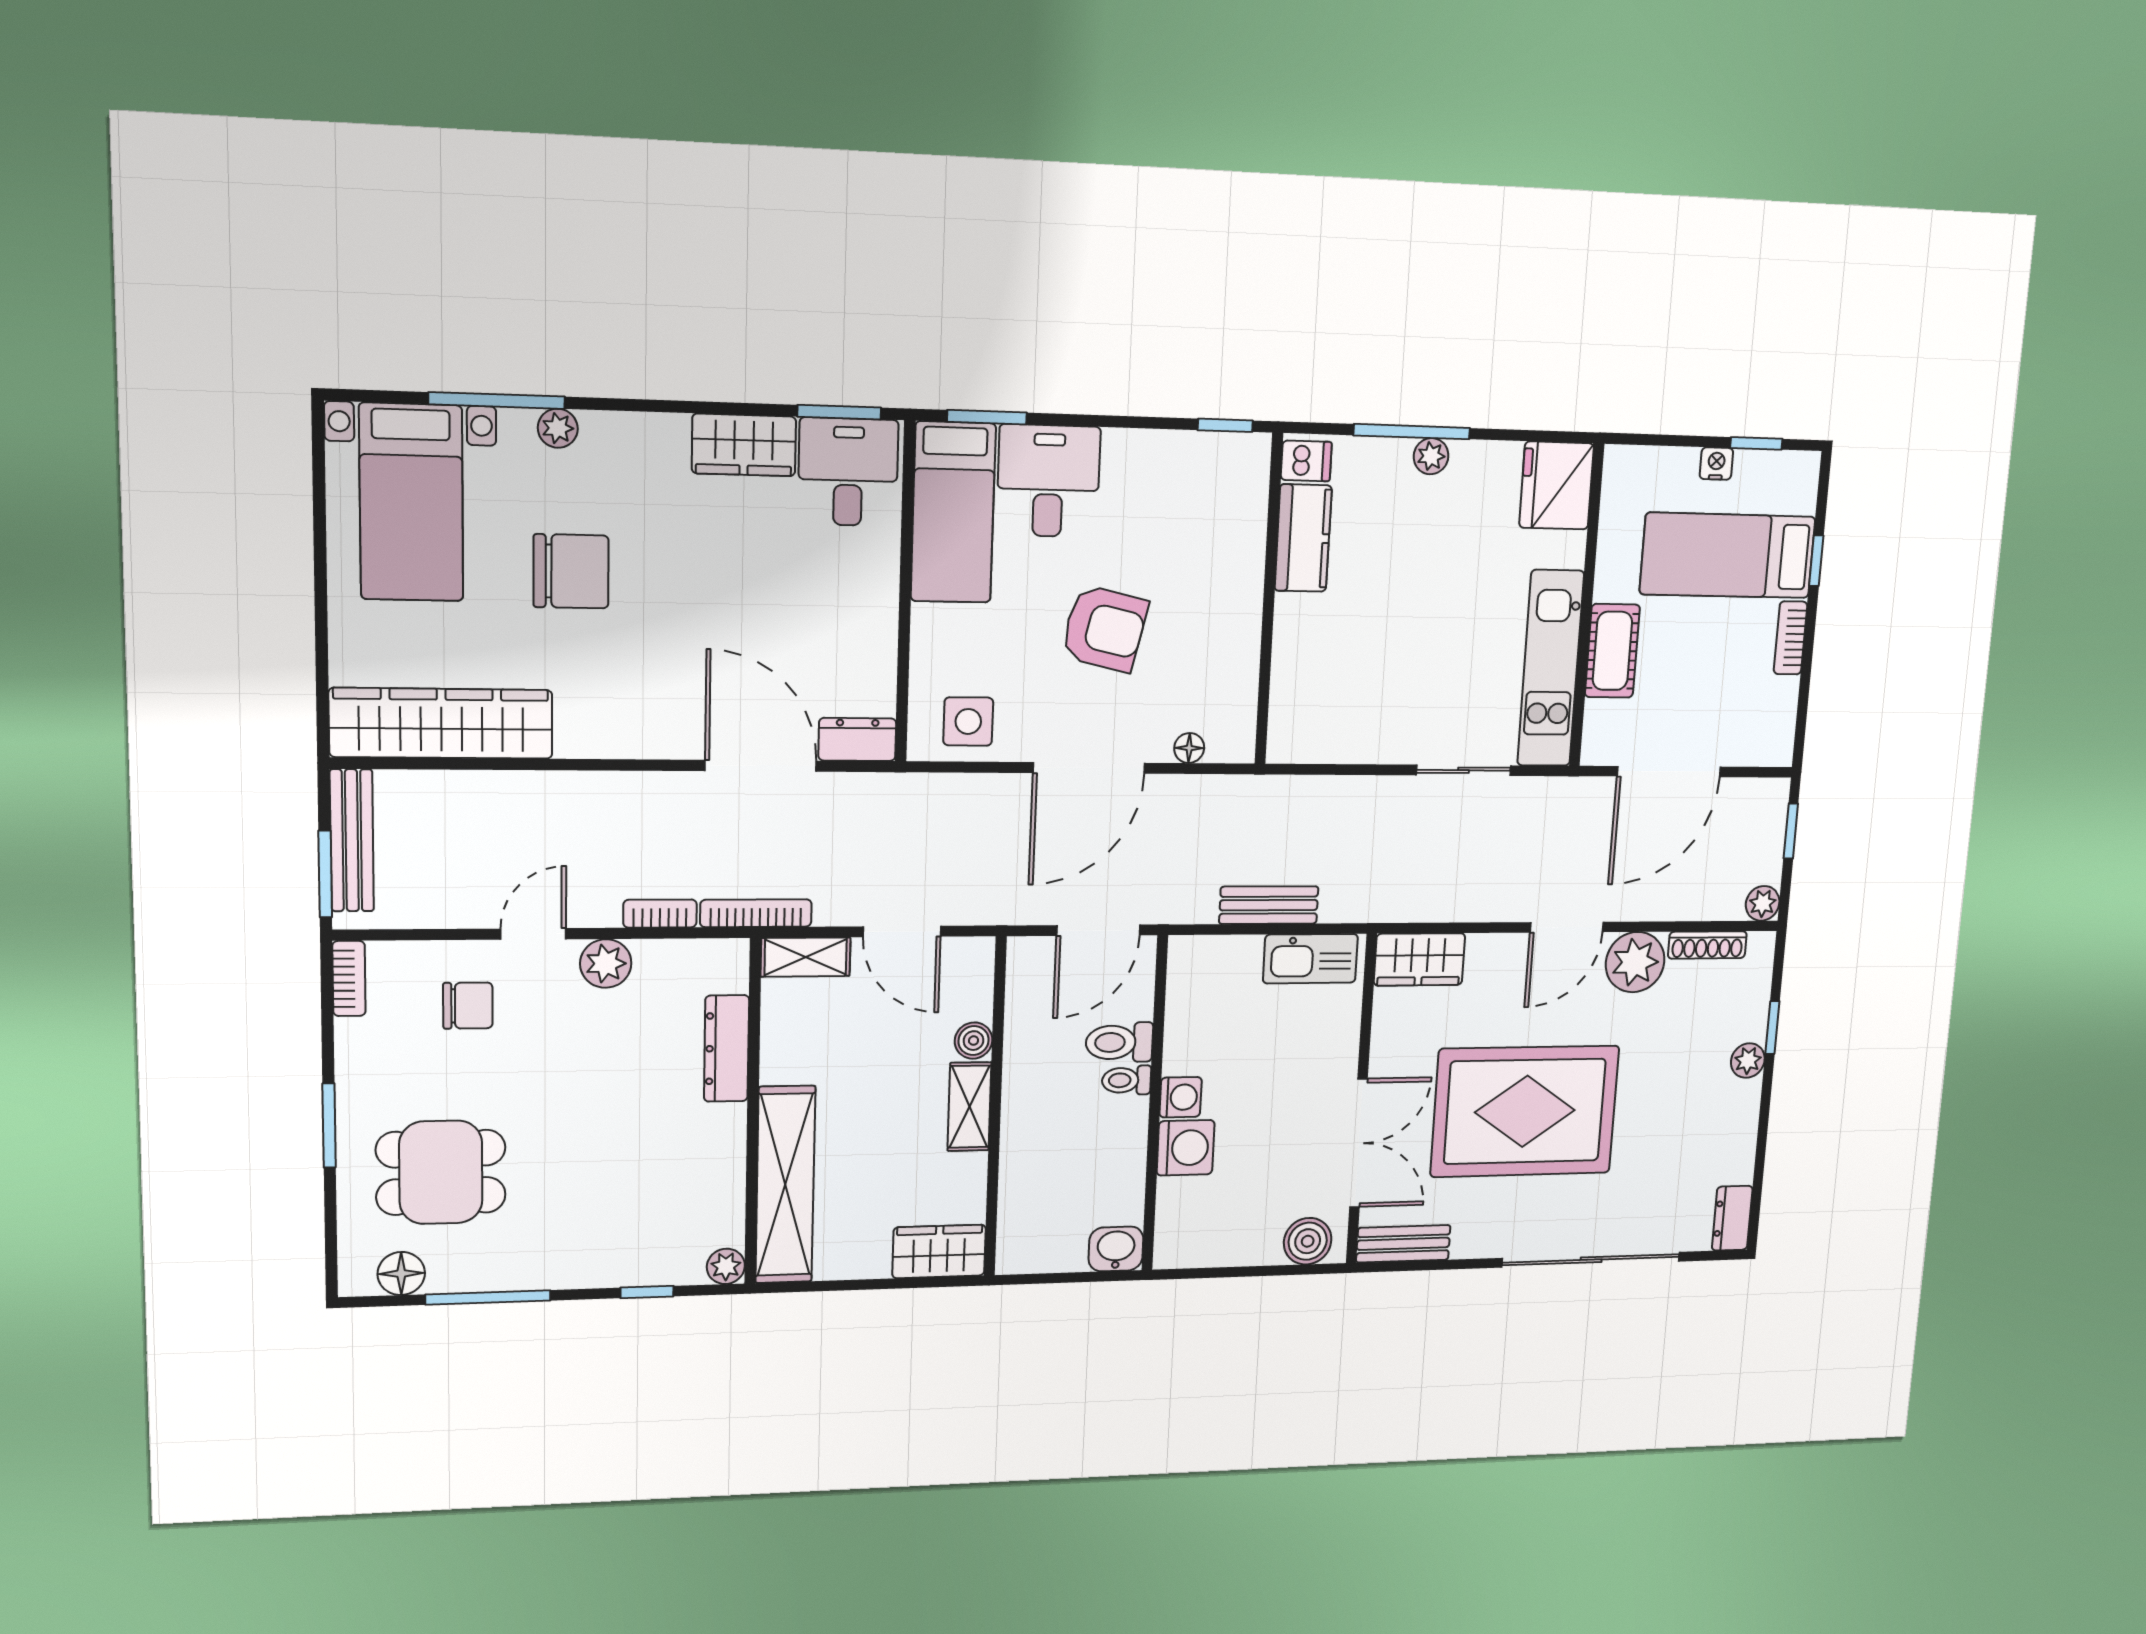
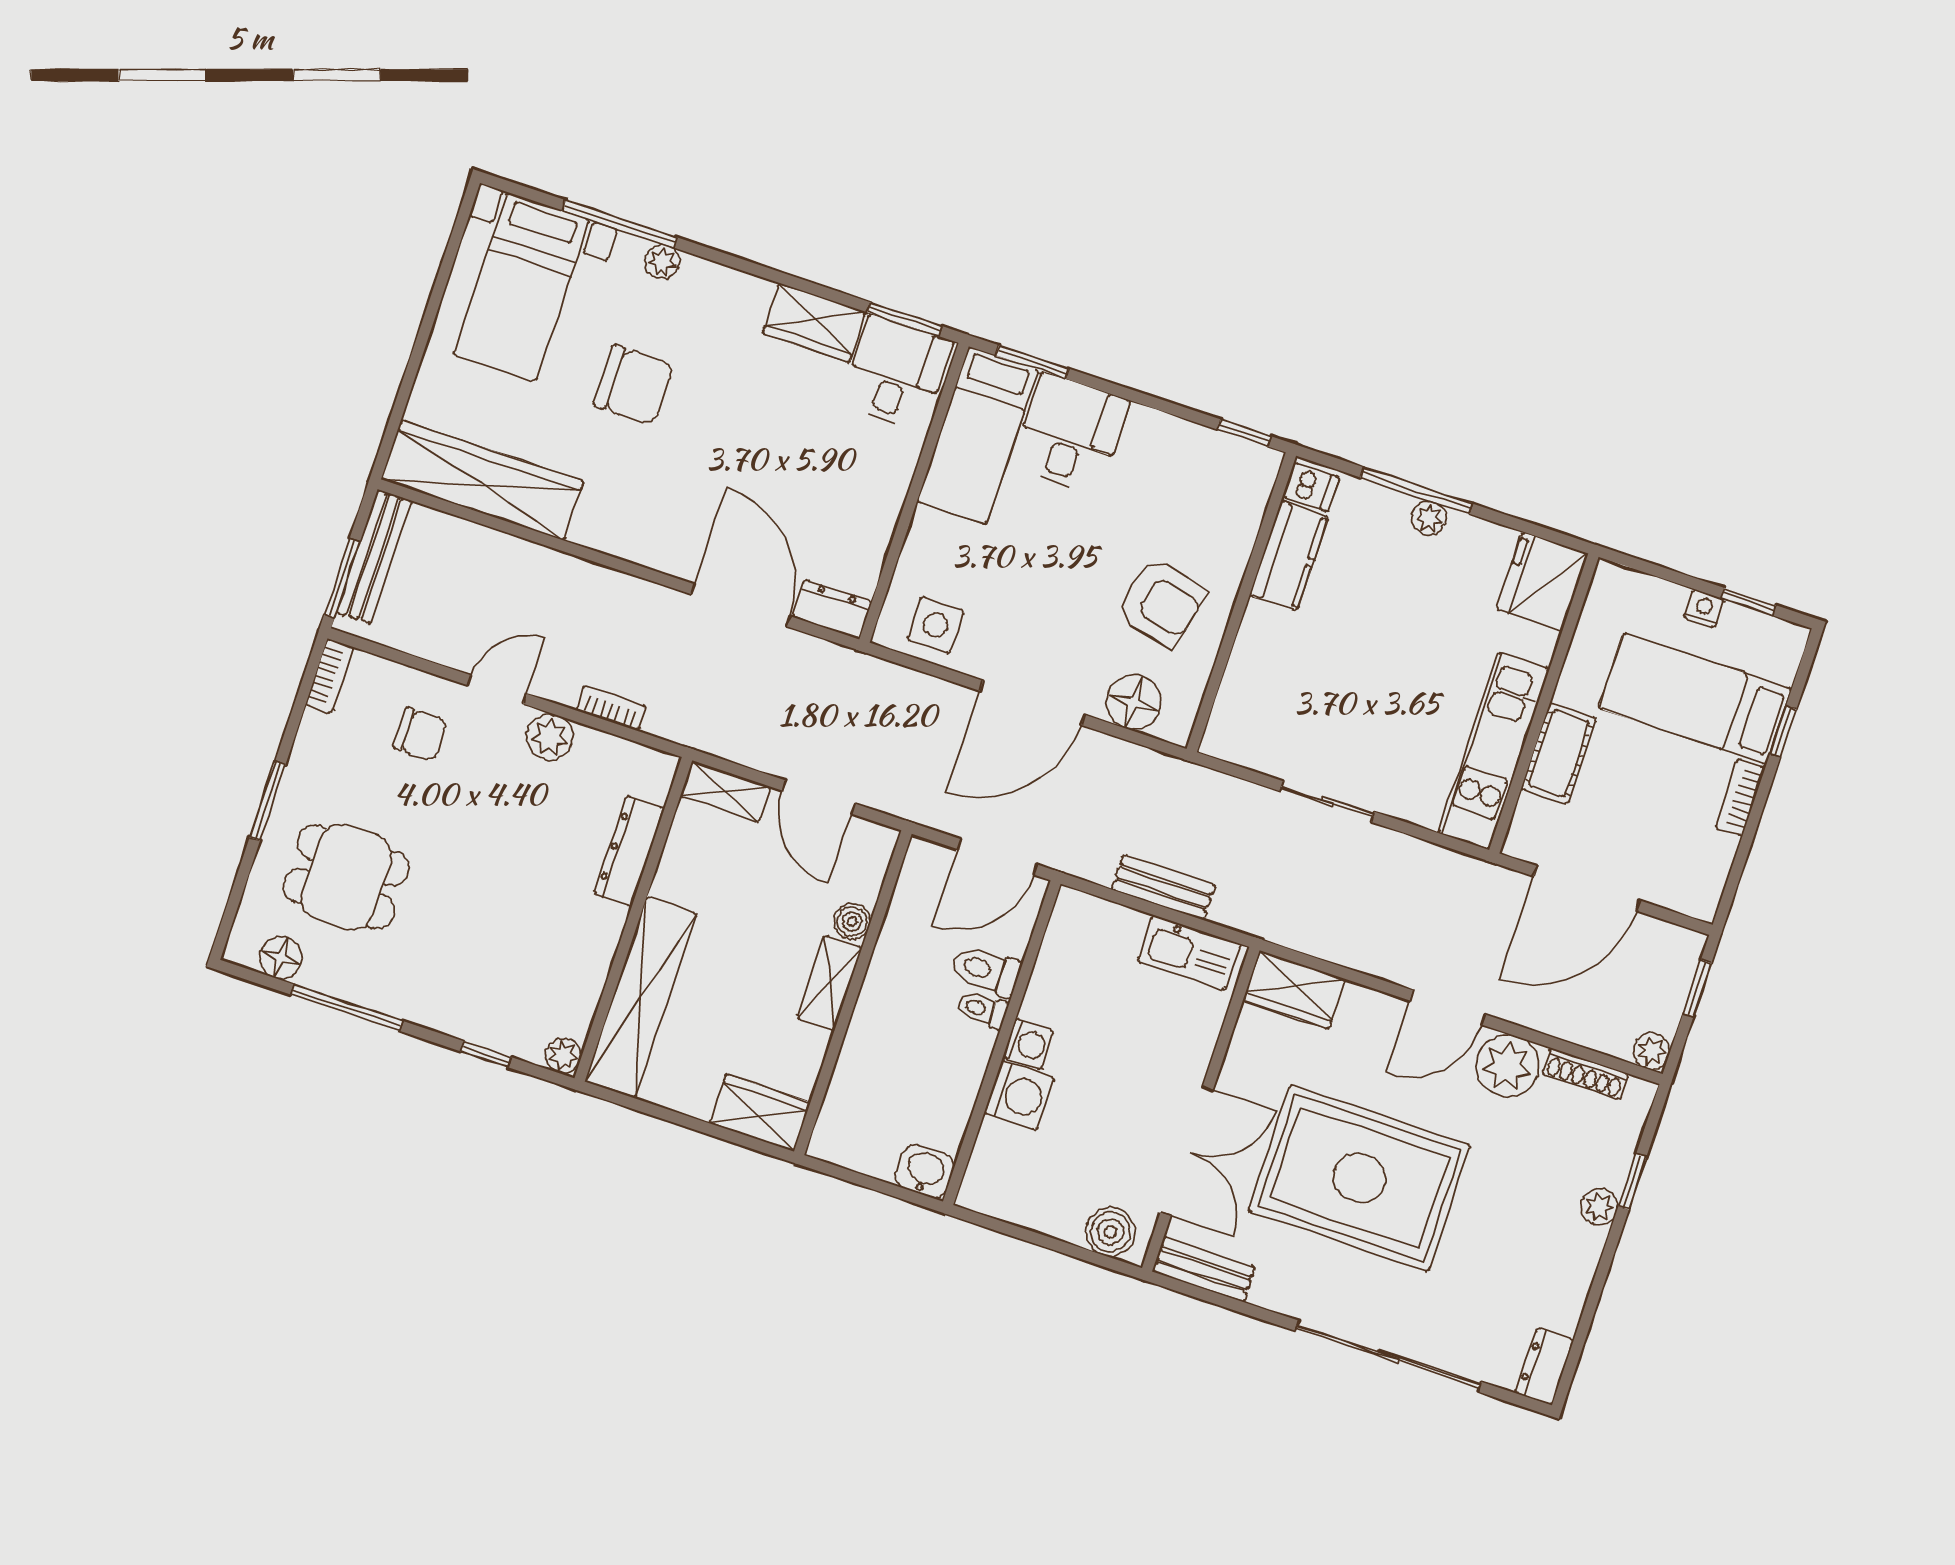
armchair: (1104, 629) -> (1161, 602), moved
floor lamp: (1189, 748) -> (1134, 702), width x1.89, depth x1.89
sliding door: (1464, 770) -> (1327, 802), moved
bookcase: (756, 913) -> (694, 736), removed

